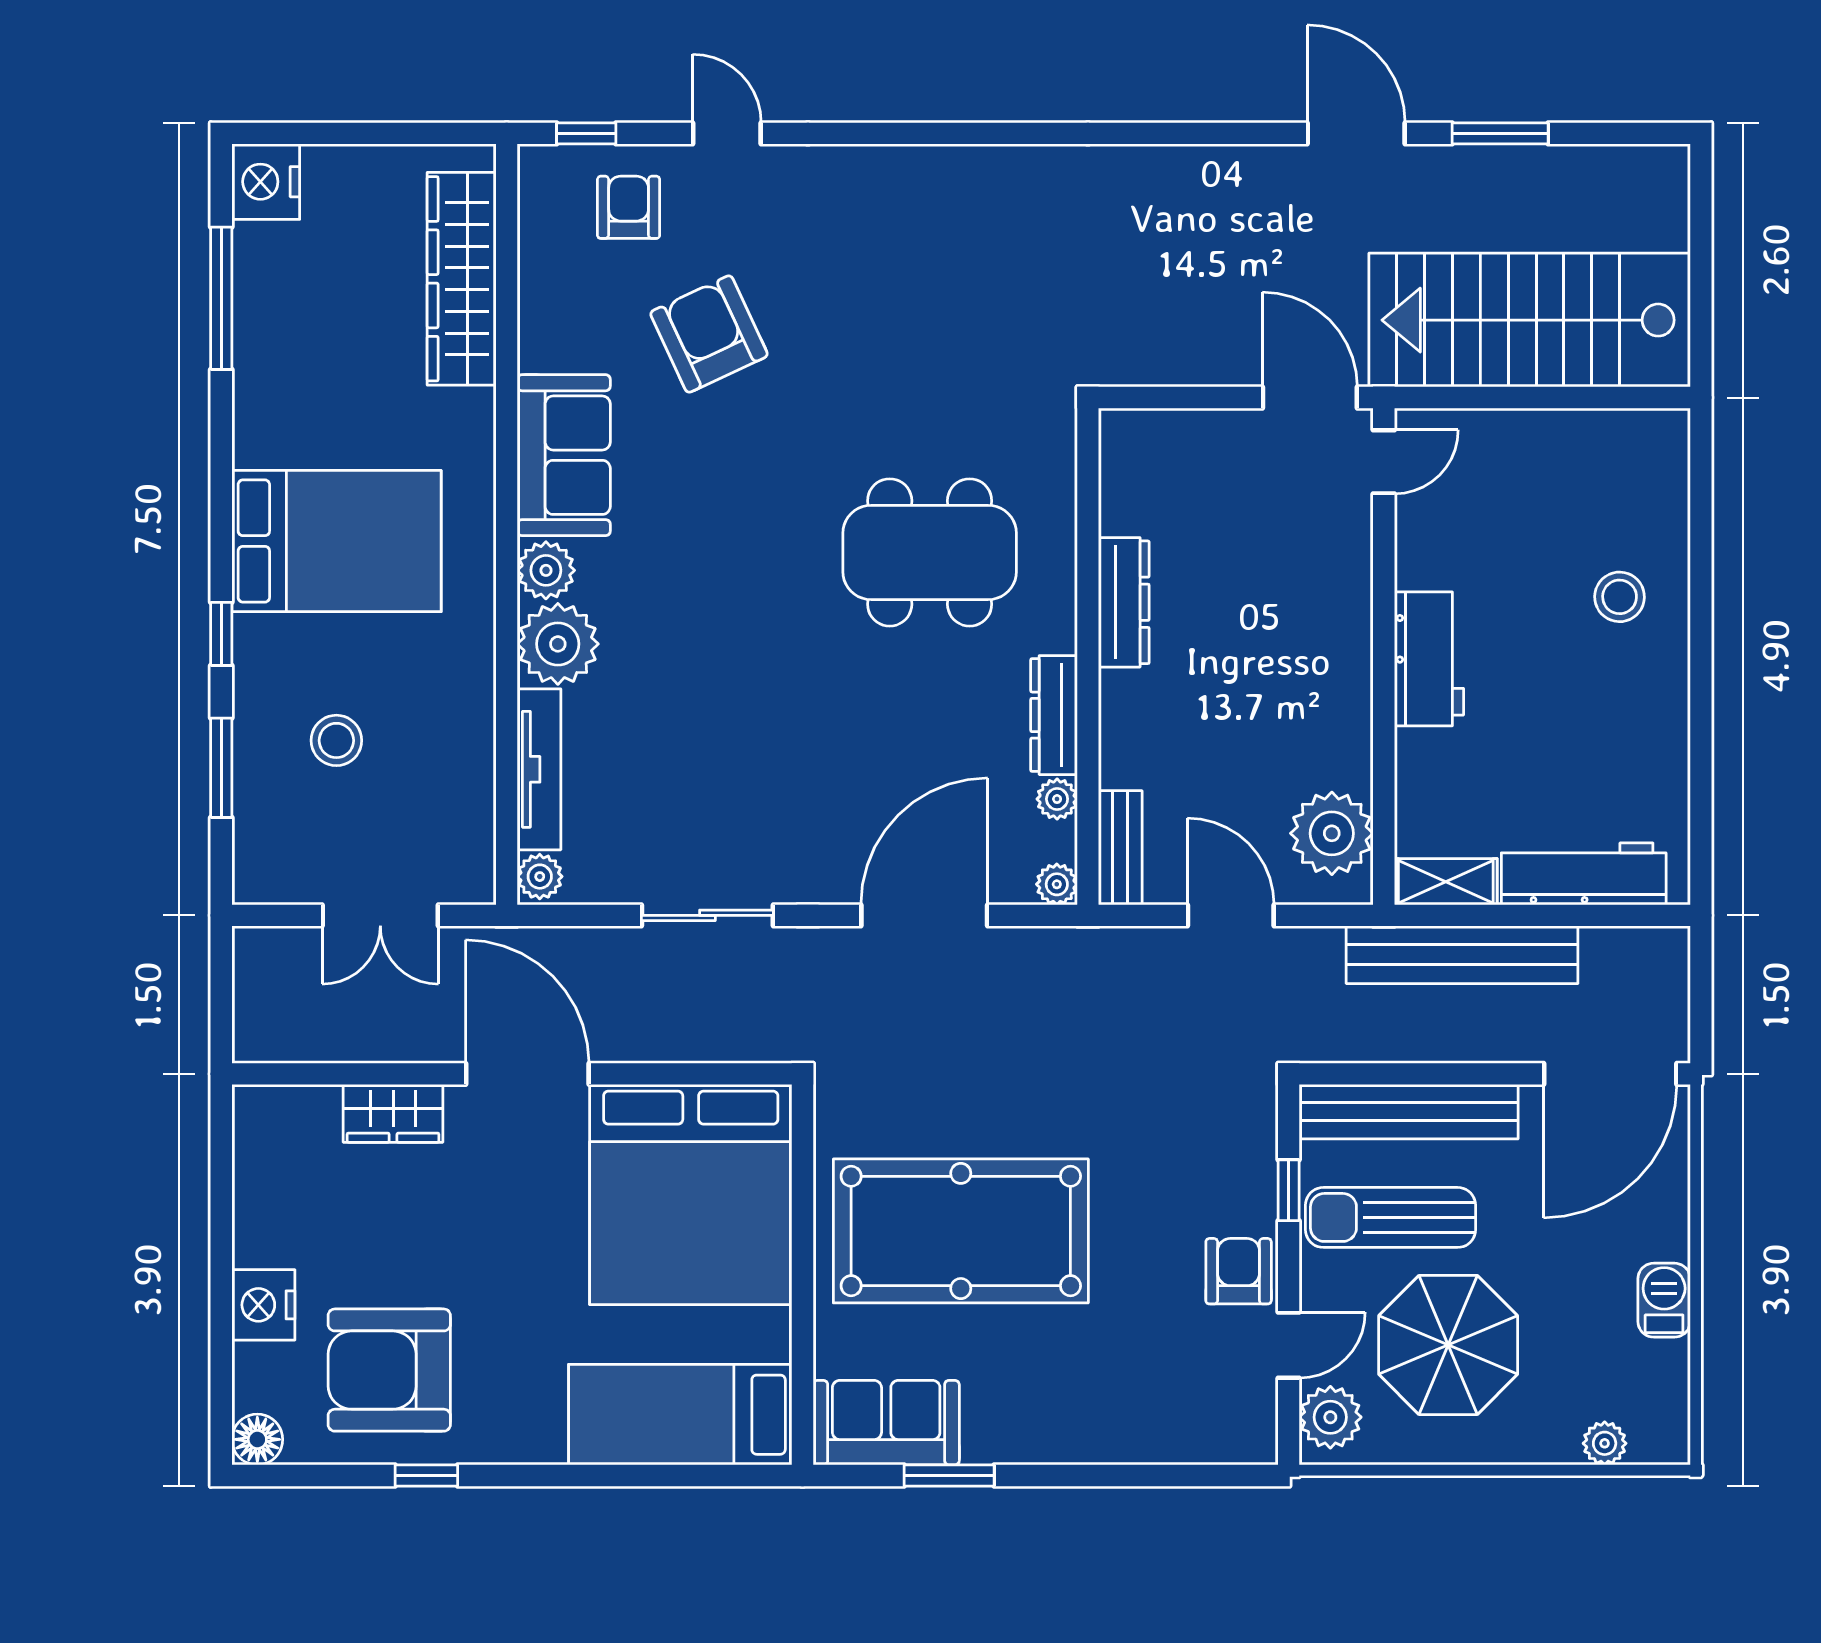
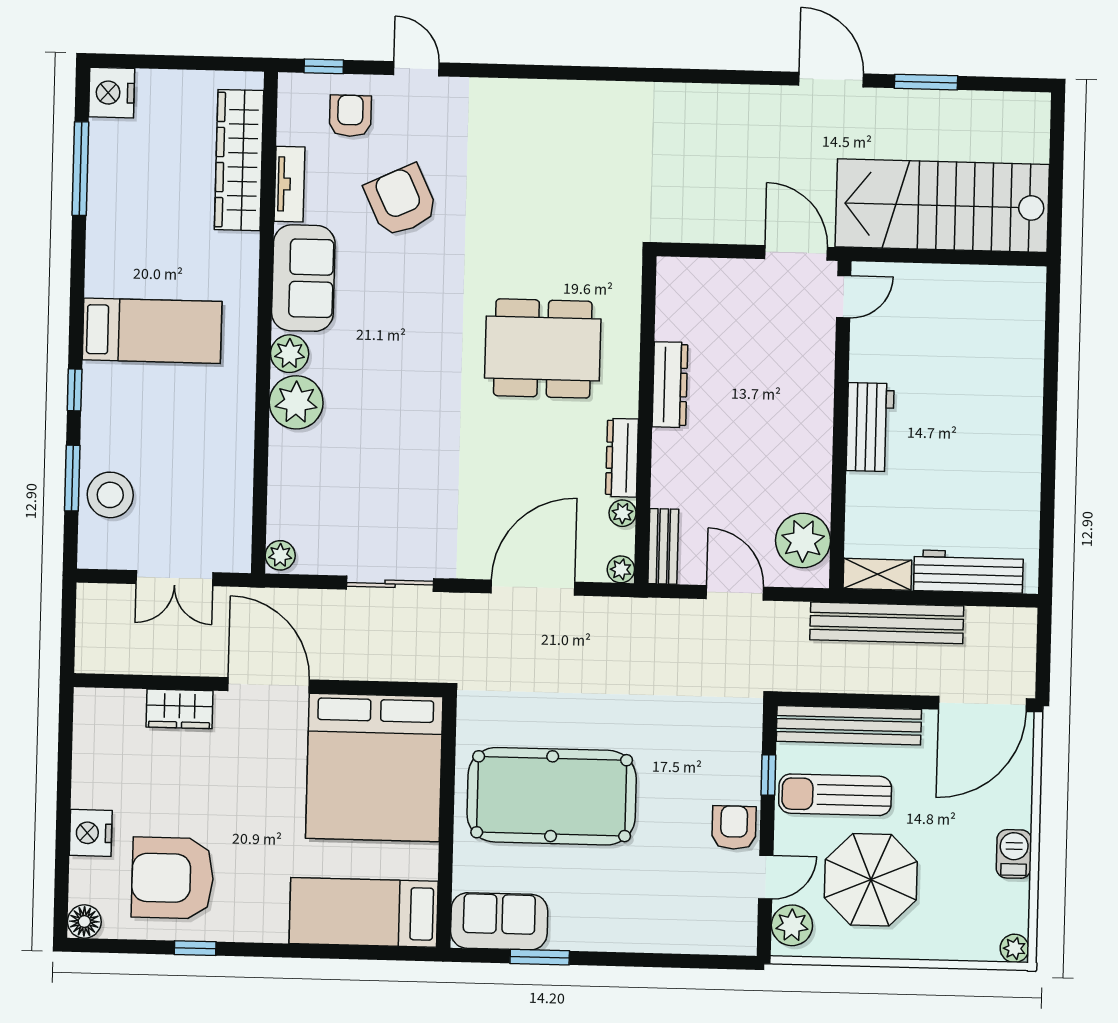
bed: (337, 541) -> (152, 331), width x0.67
stool: (1620, 597) -> (997, 390), removed
stool: (336, 740) -> (110, 495), moved, width x1.38, depth x1.38
tv unit: (539, 769) -> (289, 184), moved, width x0.71
plant: (1605, 1443) -> (1014, 948), moved

